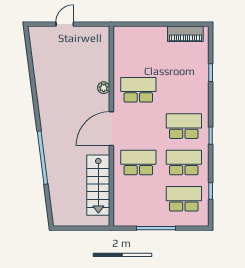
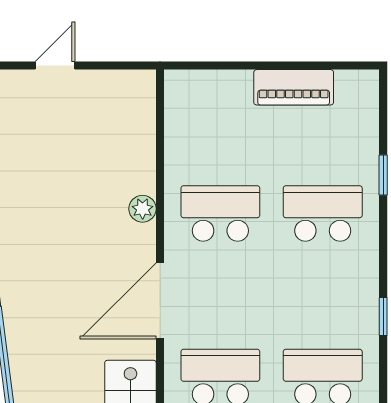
piano: (185, 34) -> (294, 87), moved
school desk: (184, 126) -> (323, 213), moved

